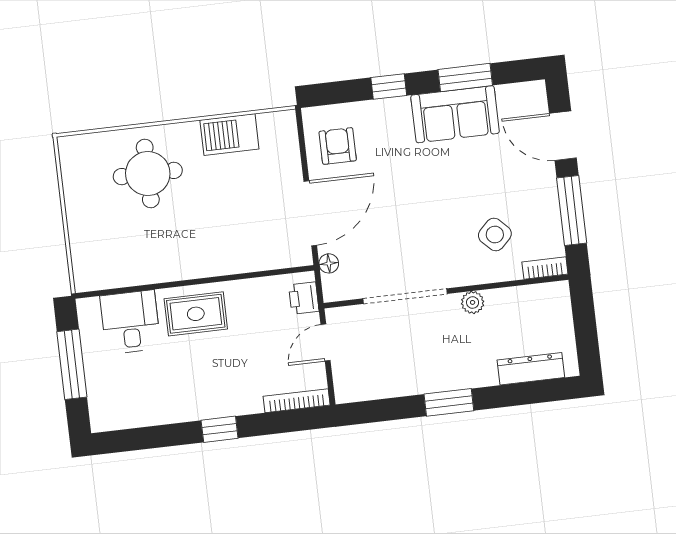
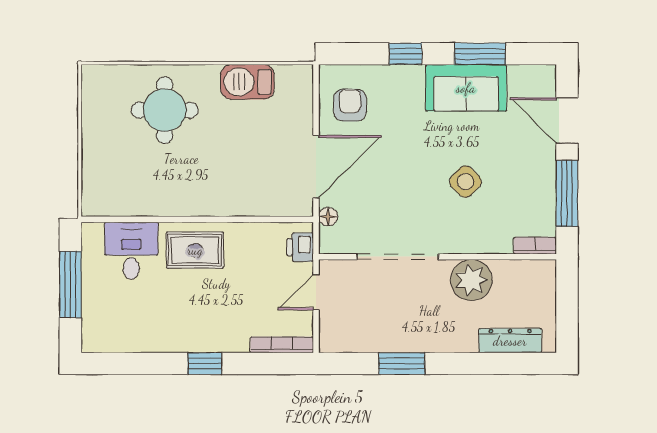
side table: (495, 234) -> (465, 182), moved
plant: (473, 302) -> (471, 280), width x1.88, depth x1.88
window: (449, 402) -> (402, 364), moved

